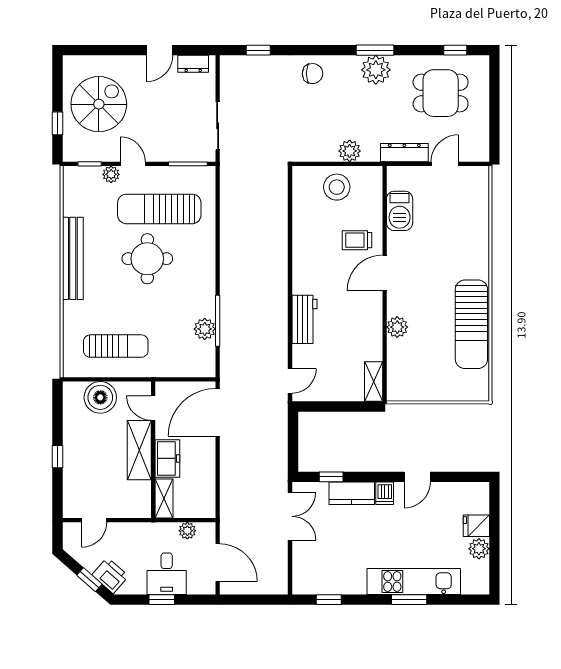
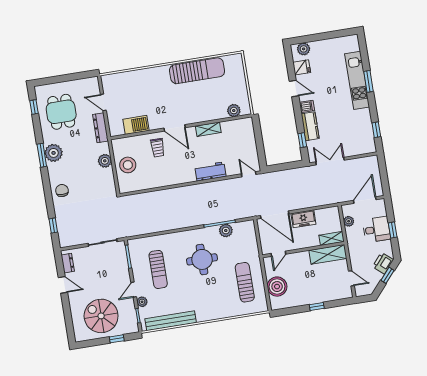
sun lounger: (159, 209) -> (158, 269), width x0.73, depth x0.75
bench: (73, 258) -> (171, 321), moved
round table: (147, 259) -> (202, 259), moved
plant: (397, 327) -> (234, 111), moved
shelving: (374, 382) -> (208, 129), moved
shelving: (139, 450) -> (328, 254), moved
freezer: (167, 458) -> (303, 219), moved, turned 180
fridge: (476, 526) -> (302, 67), moved, turned -90
plant: (479, 549) -> (304, 49), moved

